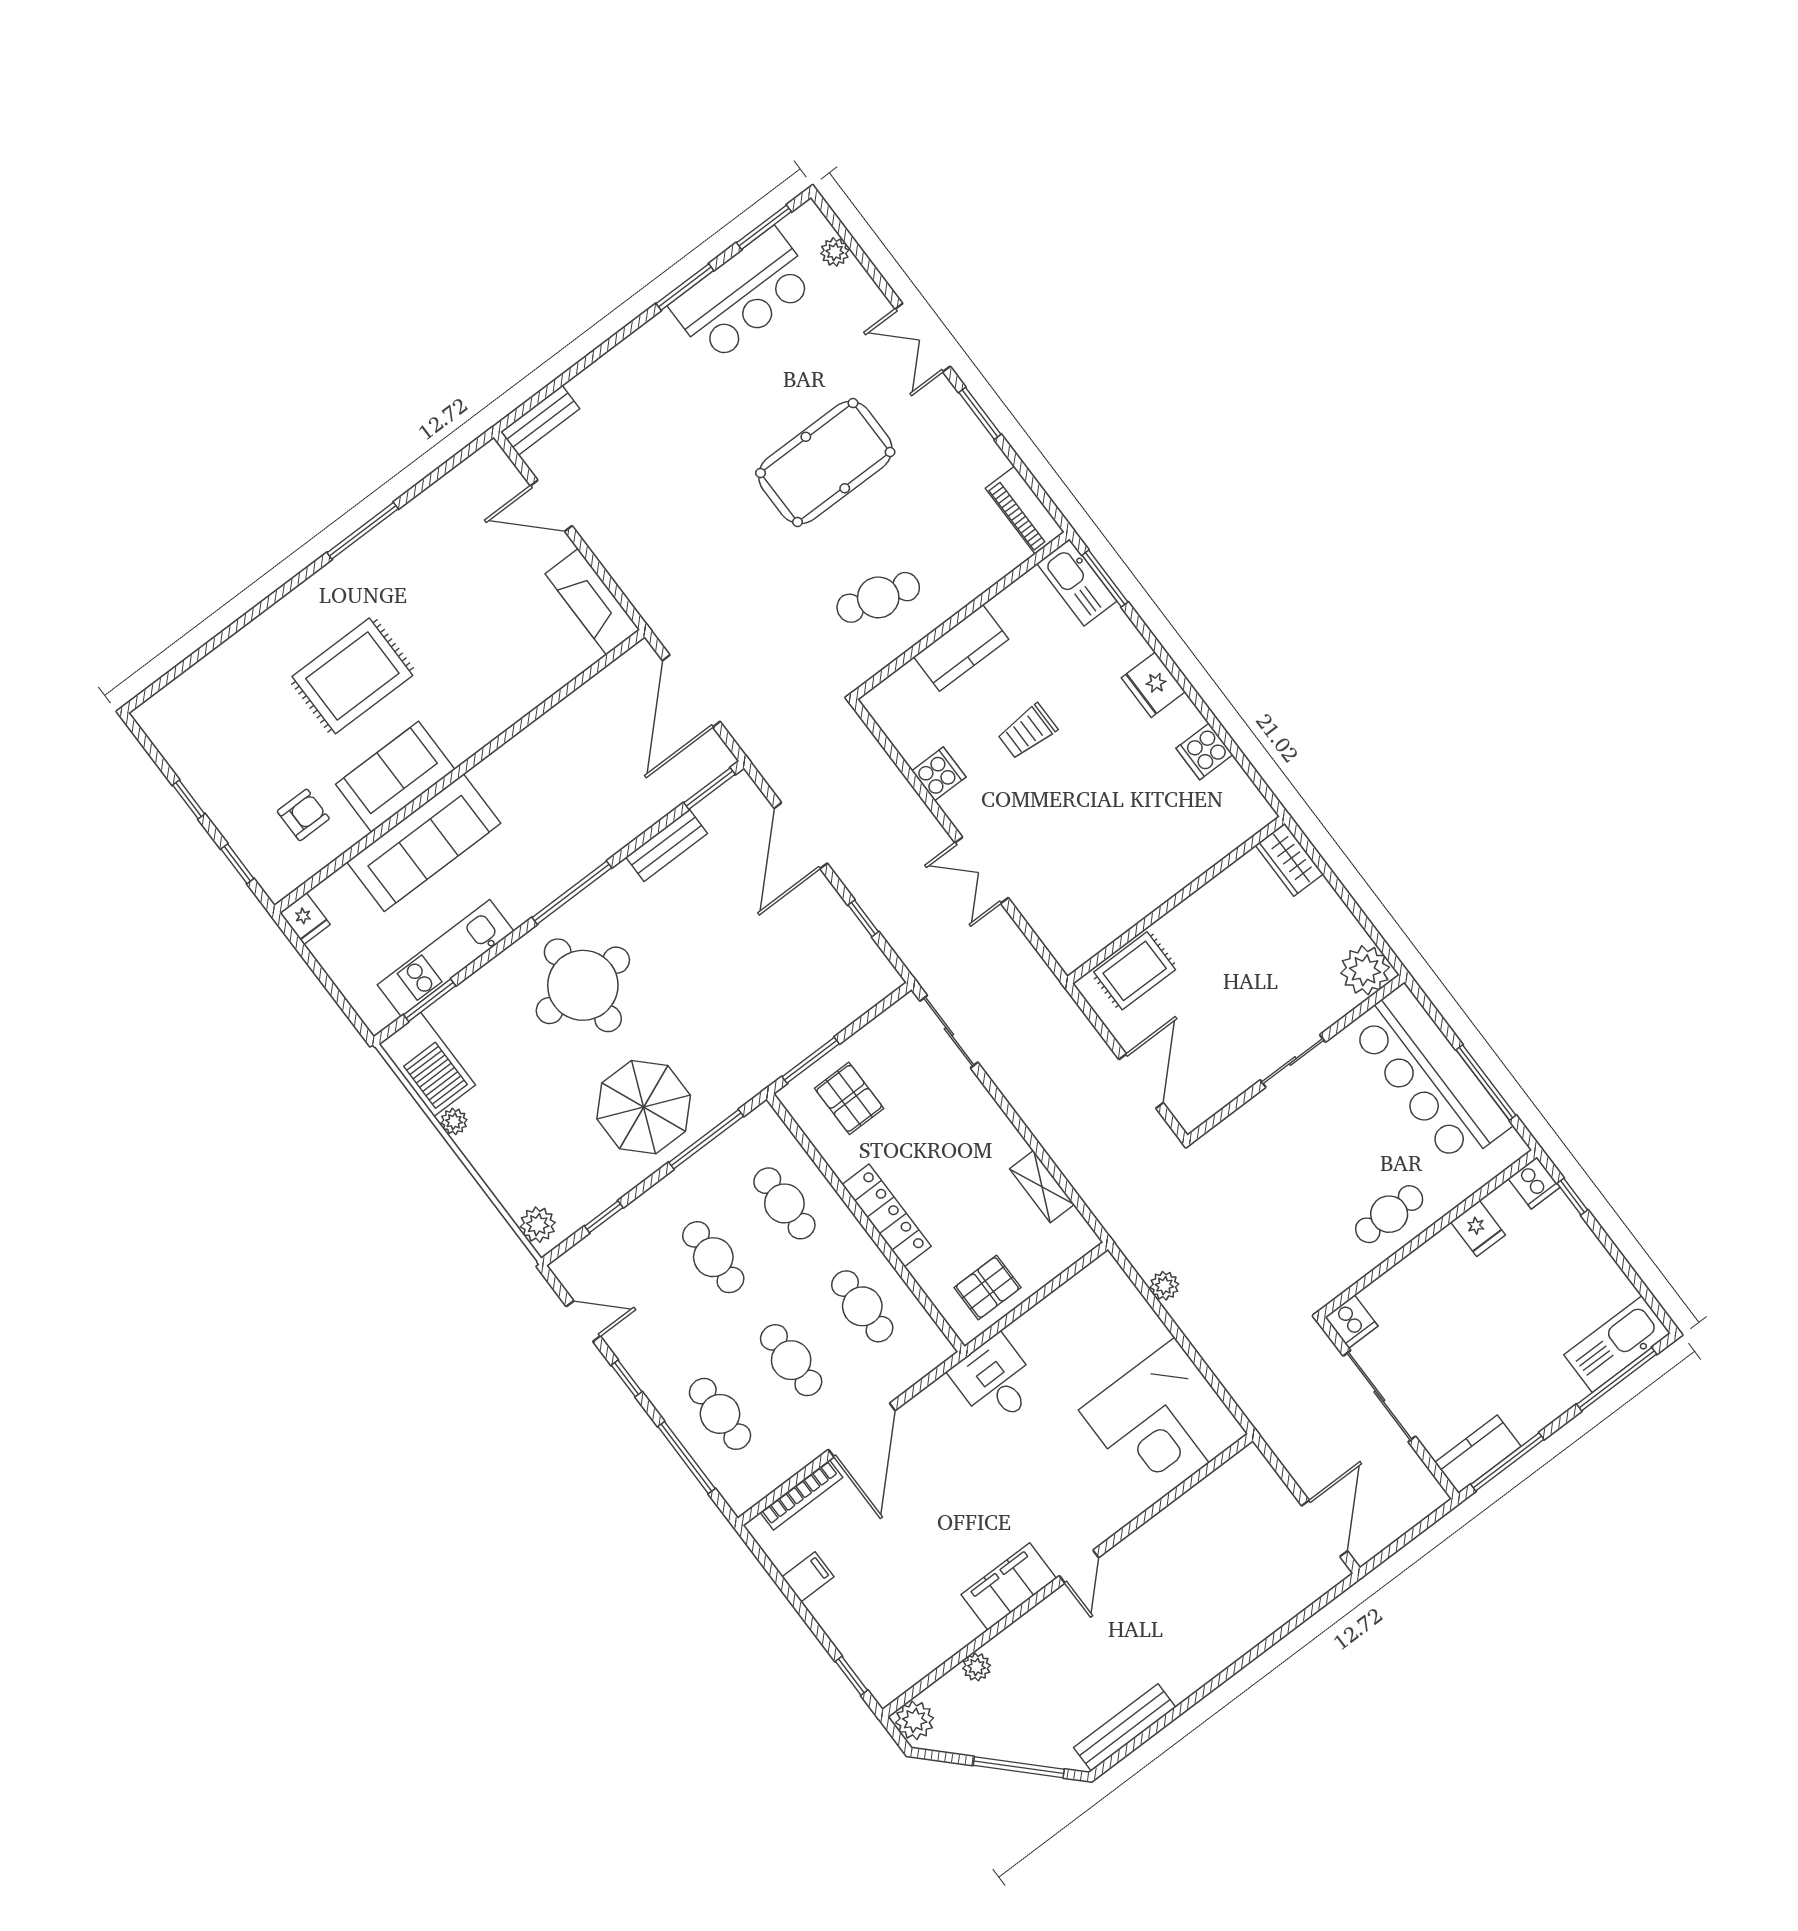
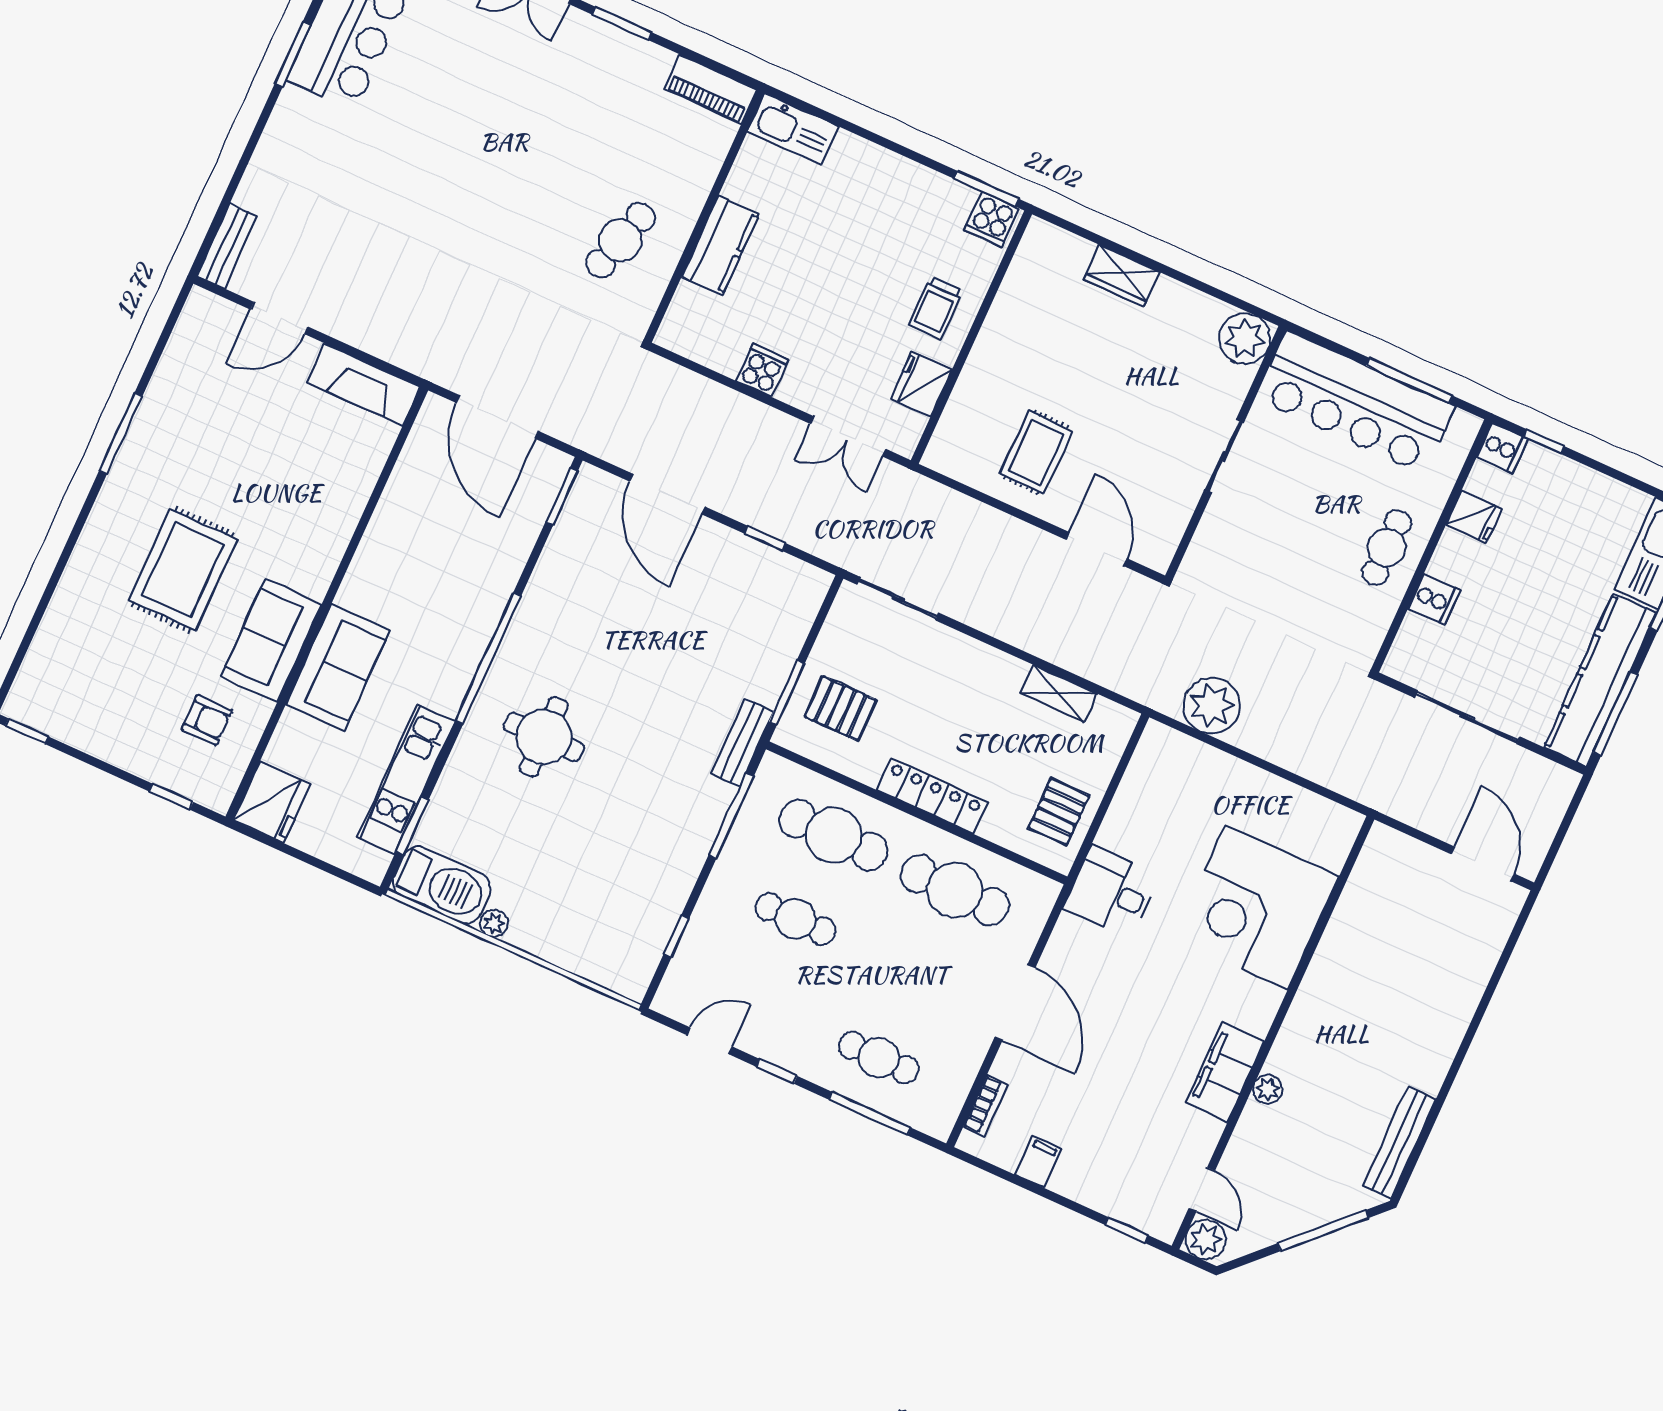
pool table: (825, 463) -> (506, 144), removed
window: (1105, 579) -> (987, 189), moved
fridge: (1153, 685) -> (921, 384), moved, turned 90
trolley: (1027, 731) -> (936, 308), moved
window: (189, 799) -> (27, 731), moved
armchair: (303, 815) -> (207, 720), turned 90
sofa: (424, 843) -> (338, 668), width x0.73
bench: (667, 845) -> (742, 743), moved
window: (572, 893) -> (488, 658), width x1.46
wall: (1176, 900) -> (971, 337), moved
fridge: (305, 918) -> (272, 802), width x1.88, depth x1.34
round table: (583, 985) -> (544, 737), width x0.73, depth x0.73
parasol: (644, 1107) -> (659, 817), removed
cafe table: (784, 1203) -> (834, 835), width x1.37, depth x1.35
plant: (538, 1225) -> (621, 976), removed
plant: (1164, 1286) -> (1212, 706), width x1.88, depth x1.88
cafe table: (862, 1306) -> (955, 890), width x1.37, depth x1.35
cooker: (1351, 1322) -> (1434, 600), moved
cafe table: (791, 1360) -> (917, 974), removed
corner desk: (1163, 1422) -> (1257, 907), moved, turned 90
kitchen counter: (1478, 1454) -> (1600, 680), width x2.08, depth x1.17
bookcase: (801, 1495) -> (985, 1106), width x0.64
door: (1079, 1567) -> (1202, 1190), moved
plant: (977, 1667) -> (1268, 1089), moved

